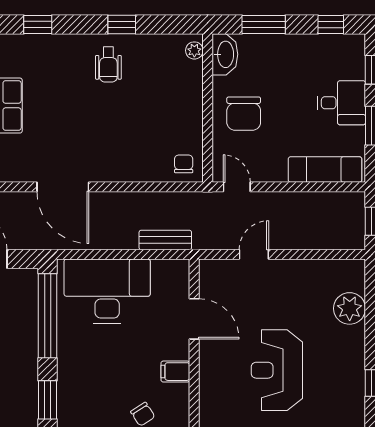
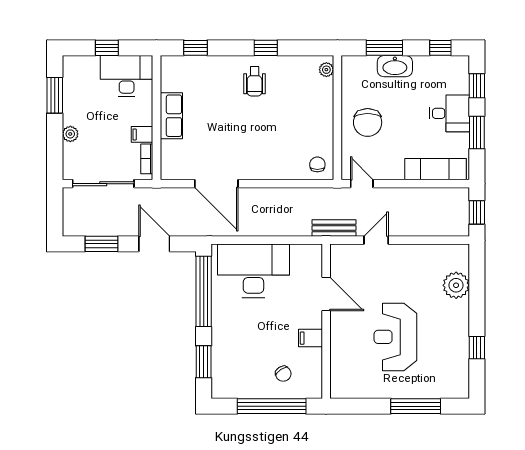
washbasin: (225, 54) -> (395, 66), moved, turned 90
bench: (165, 240) -> (334, 228), moved

